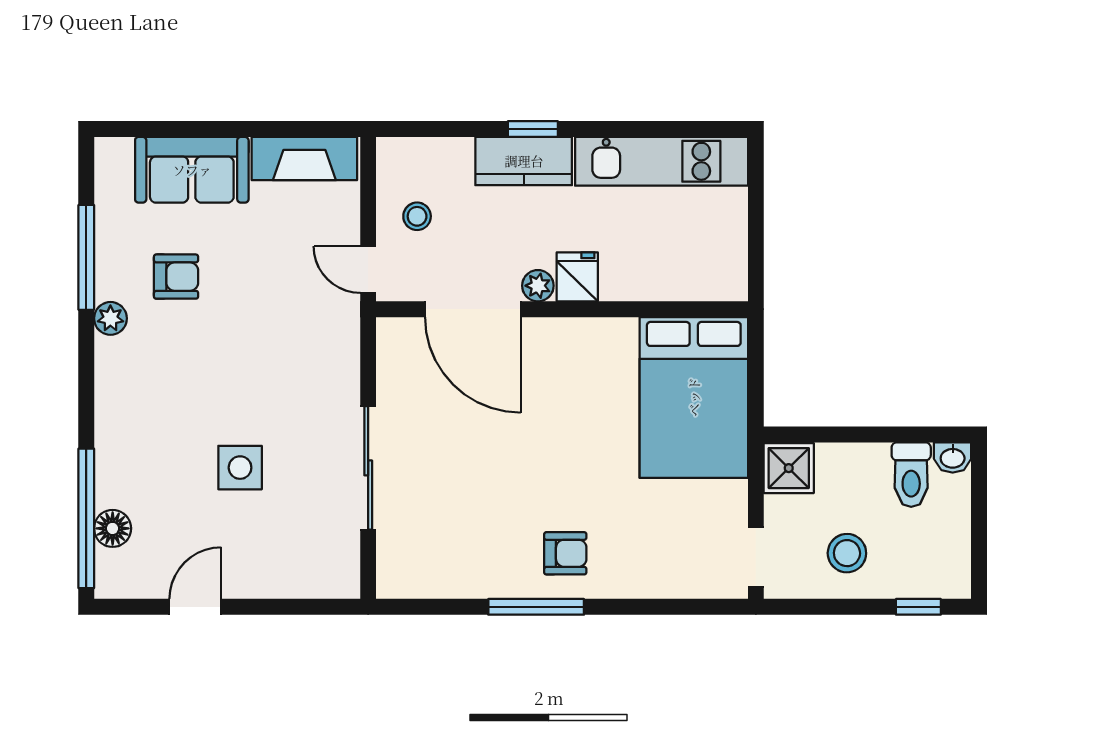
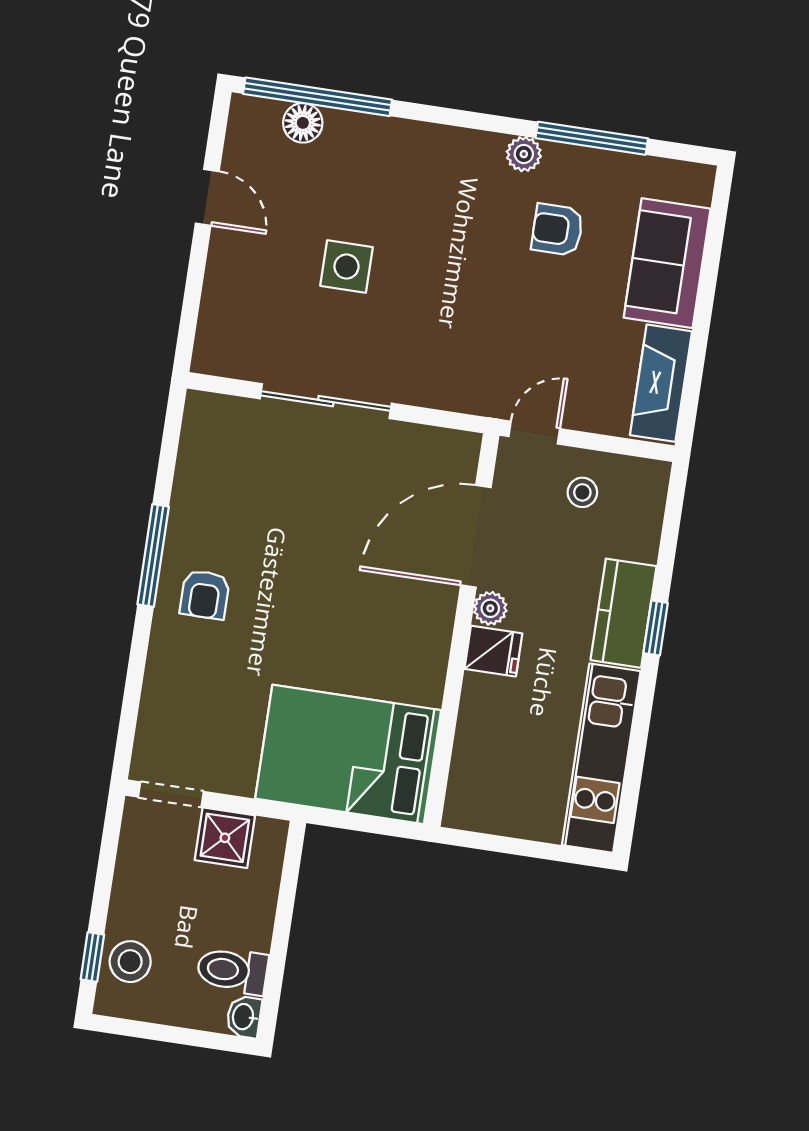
armchair: (176, 277) -> (557, 230), turned 90
shower: (789, 468) -> (225, 838), moved
stool: (847, 553) -> (130, 962), moved

